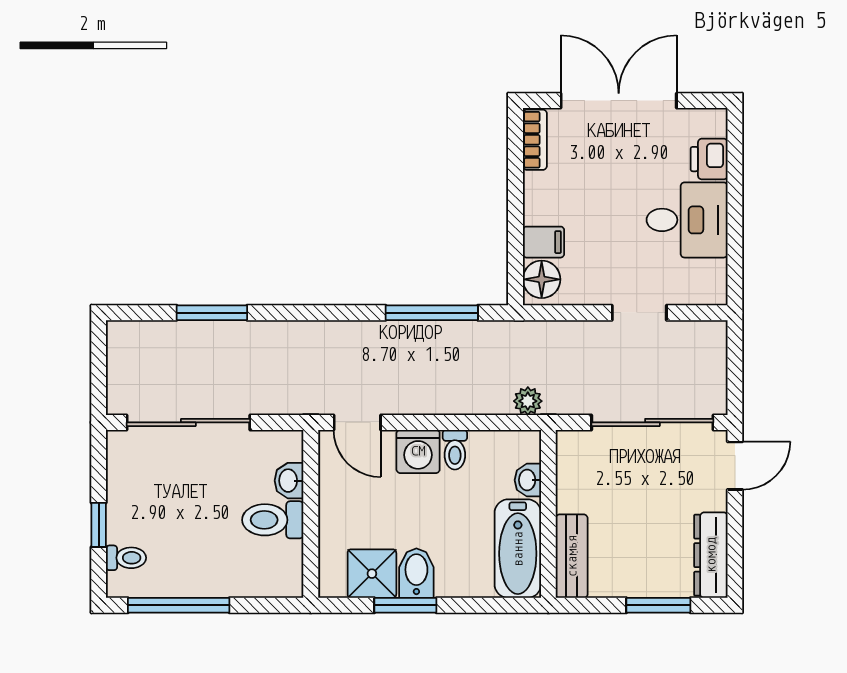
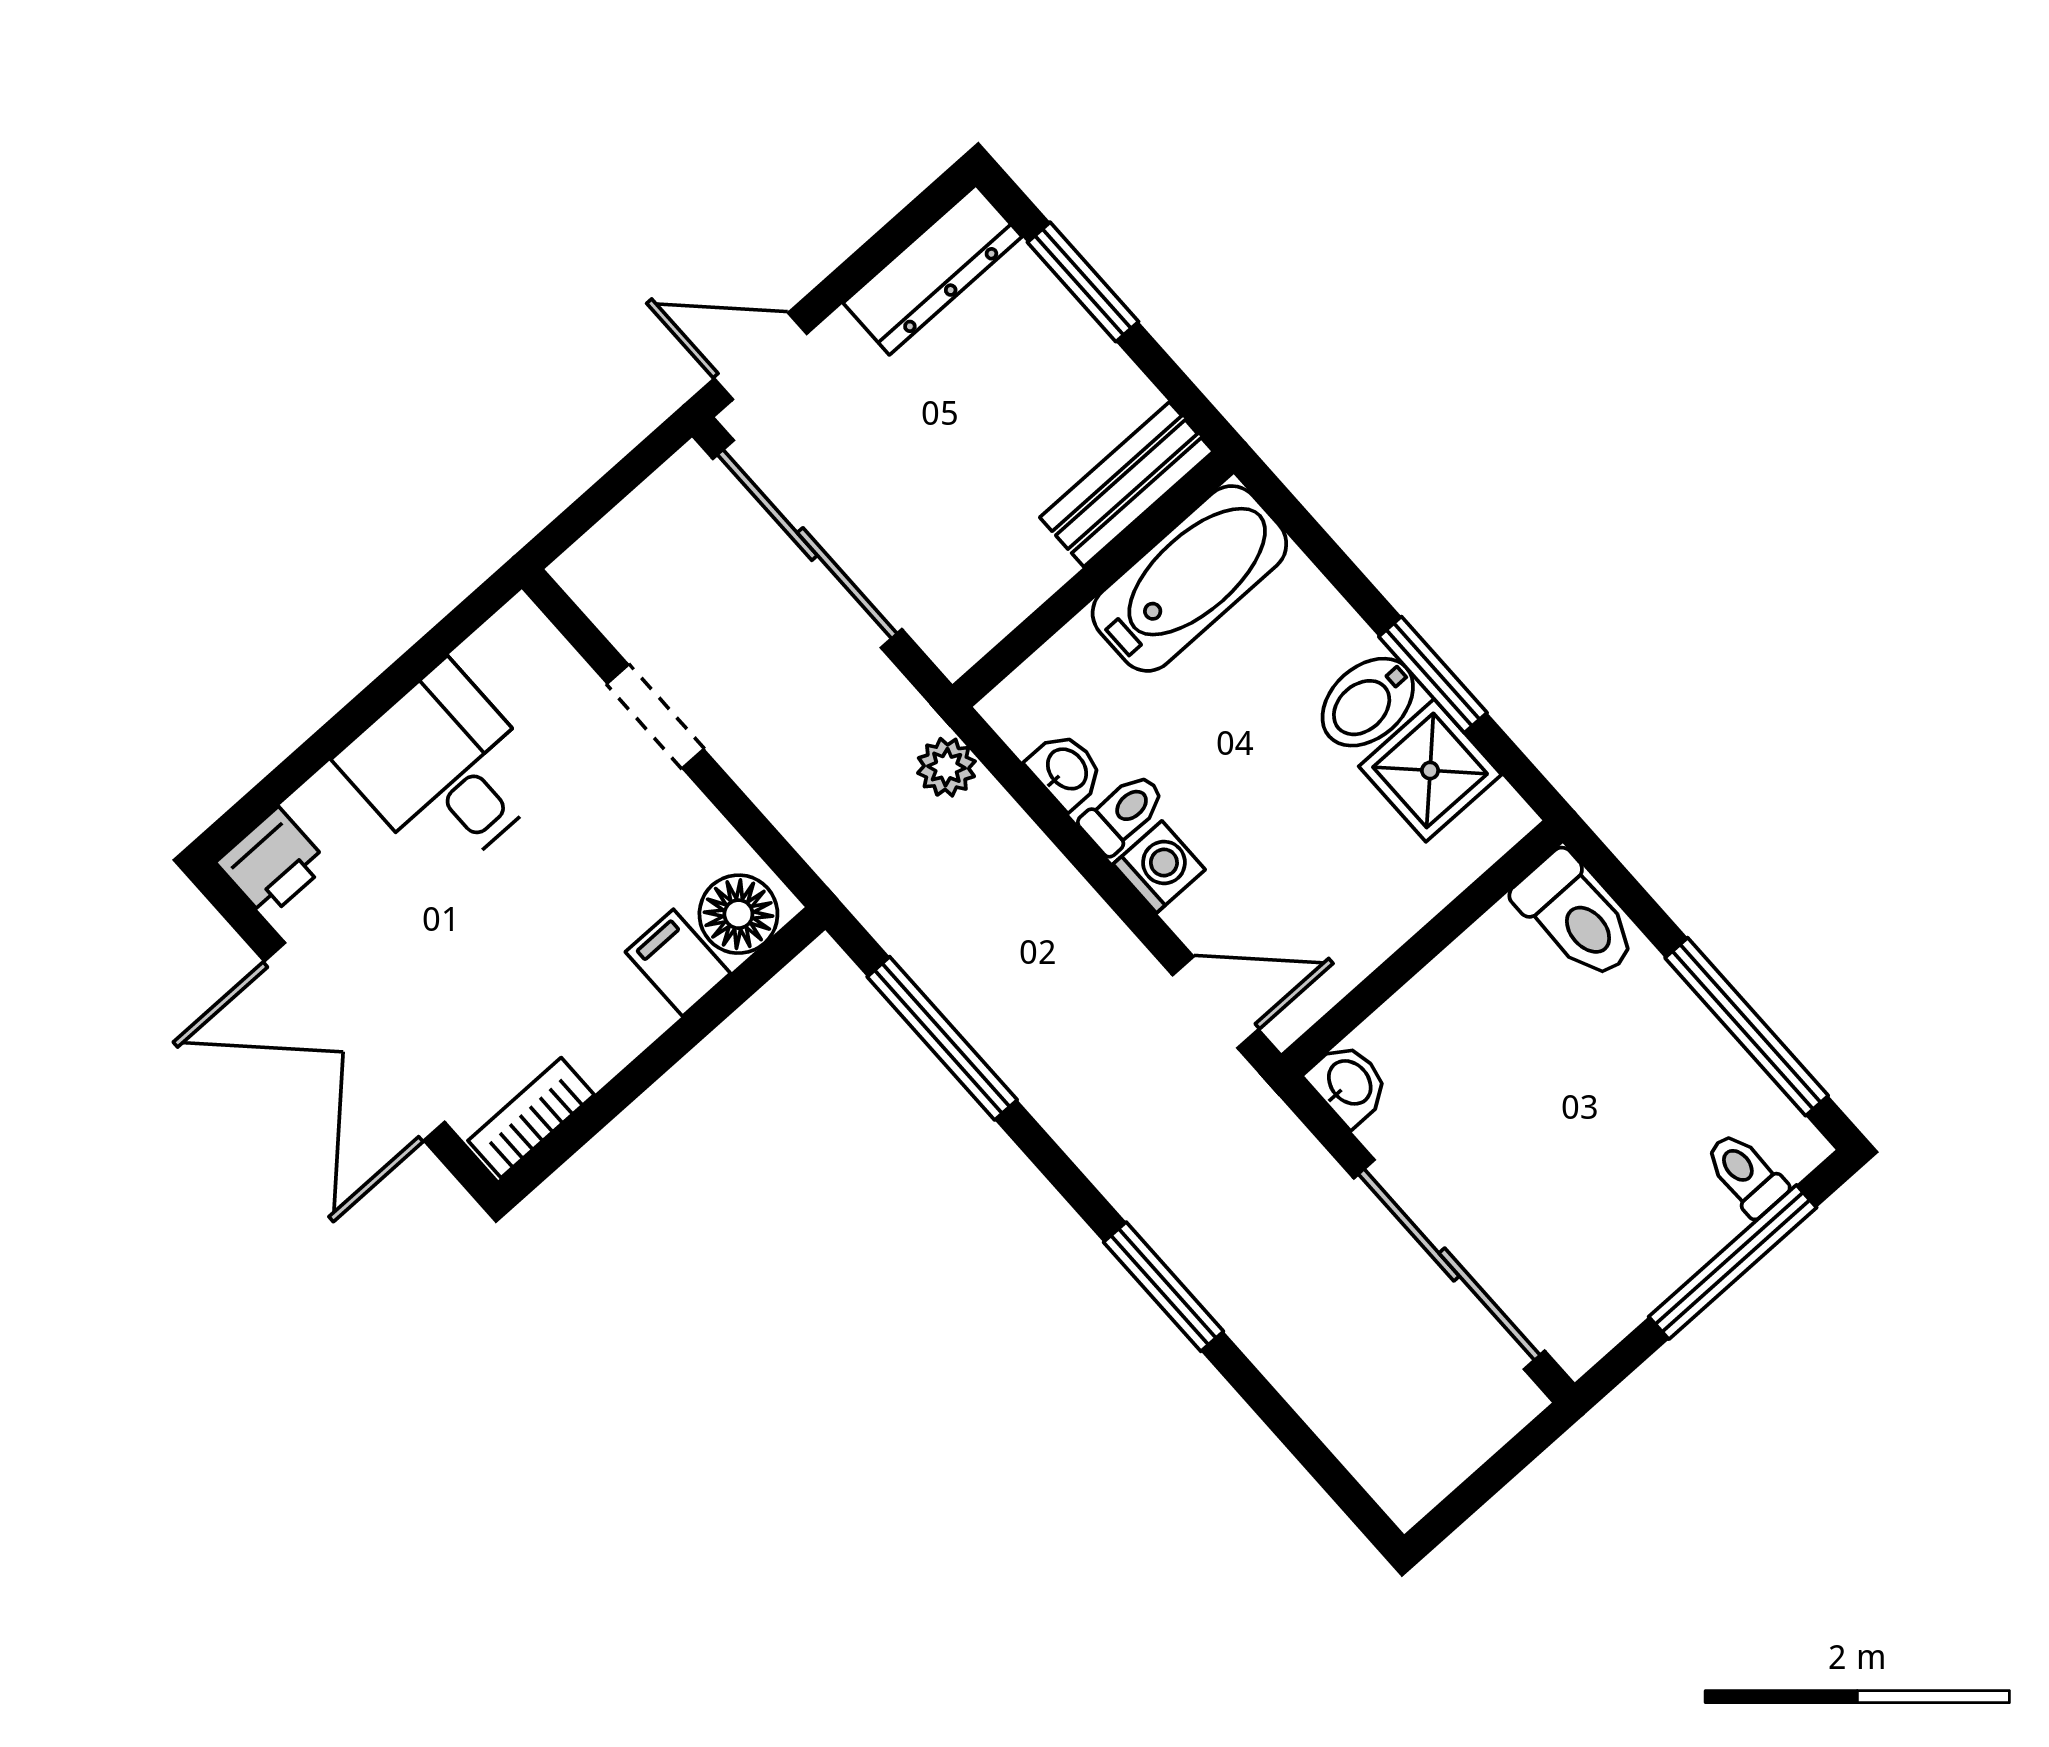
printer: (709, 159) -> (272, 863), moved
window: (212, 313) -> (1163, 1287), moved
door: (357, 422) -> (1216, 1002), hinge flipped
washing machine: (418, 451) -> (1159, 867), width x0.73, depth x0.73
washbasin: (528, 480) -> (1066, 770), moved, turned -90
washbasin: (289, 481) -> (1348, 1084), moved, turned -90
toilet: (273, 520) -> (1576, 916), moved
window: (99, 525) -> (1733, 1262), width x2.17

